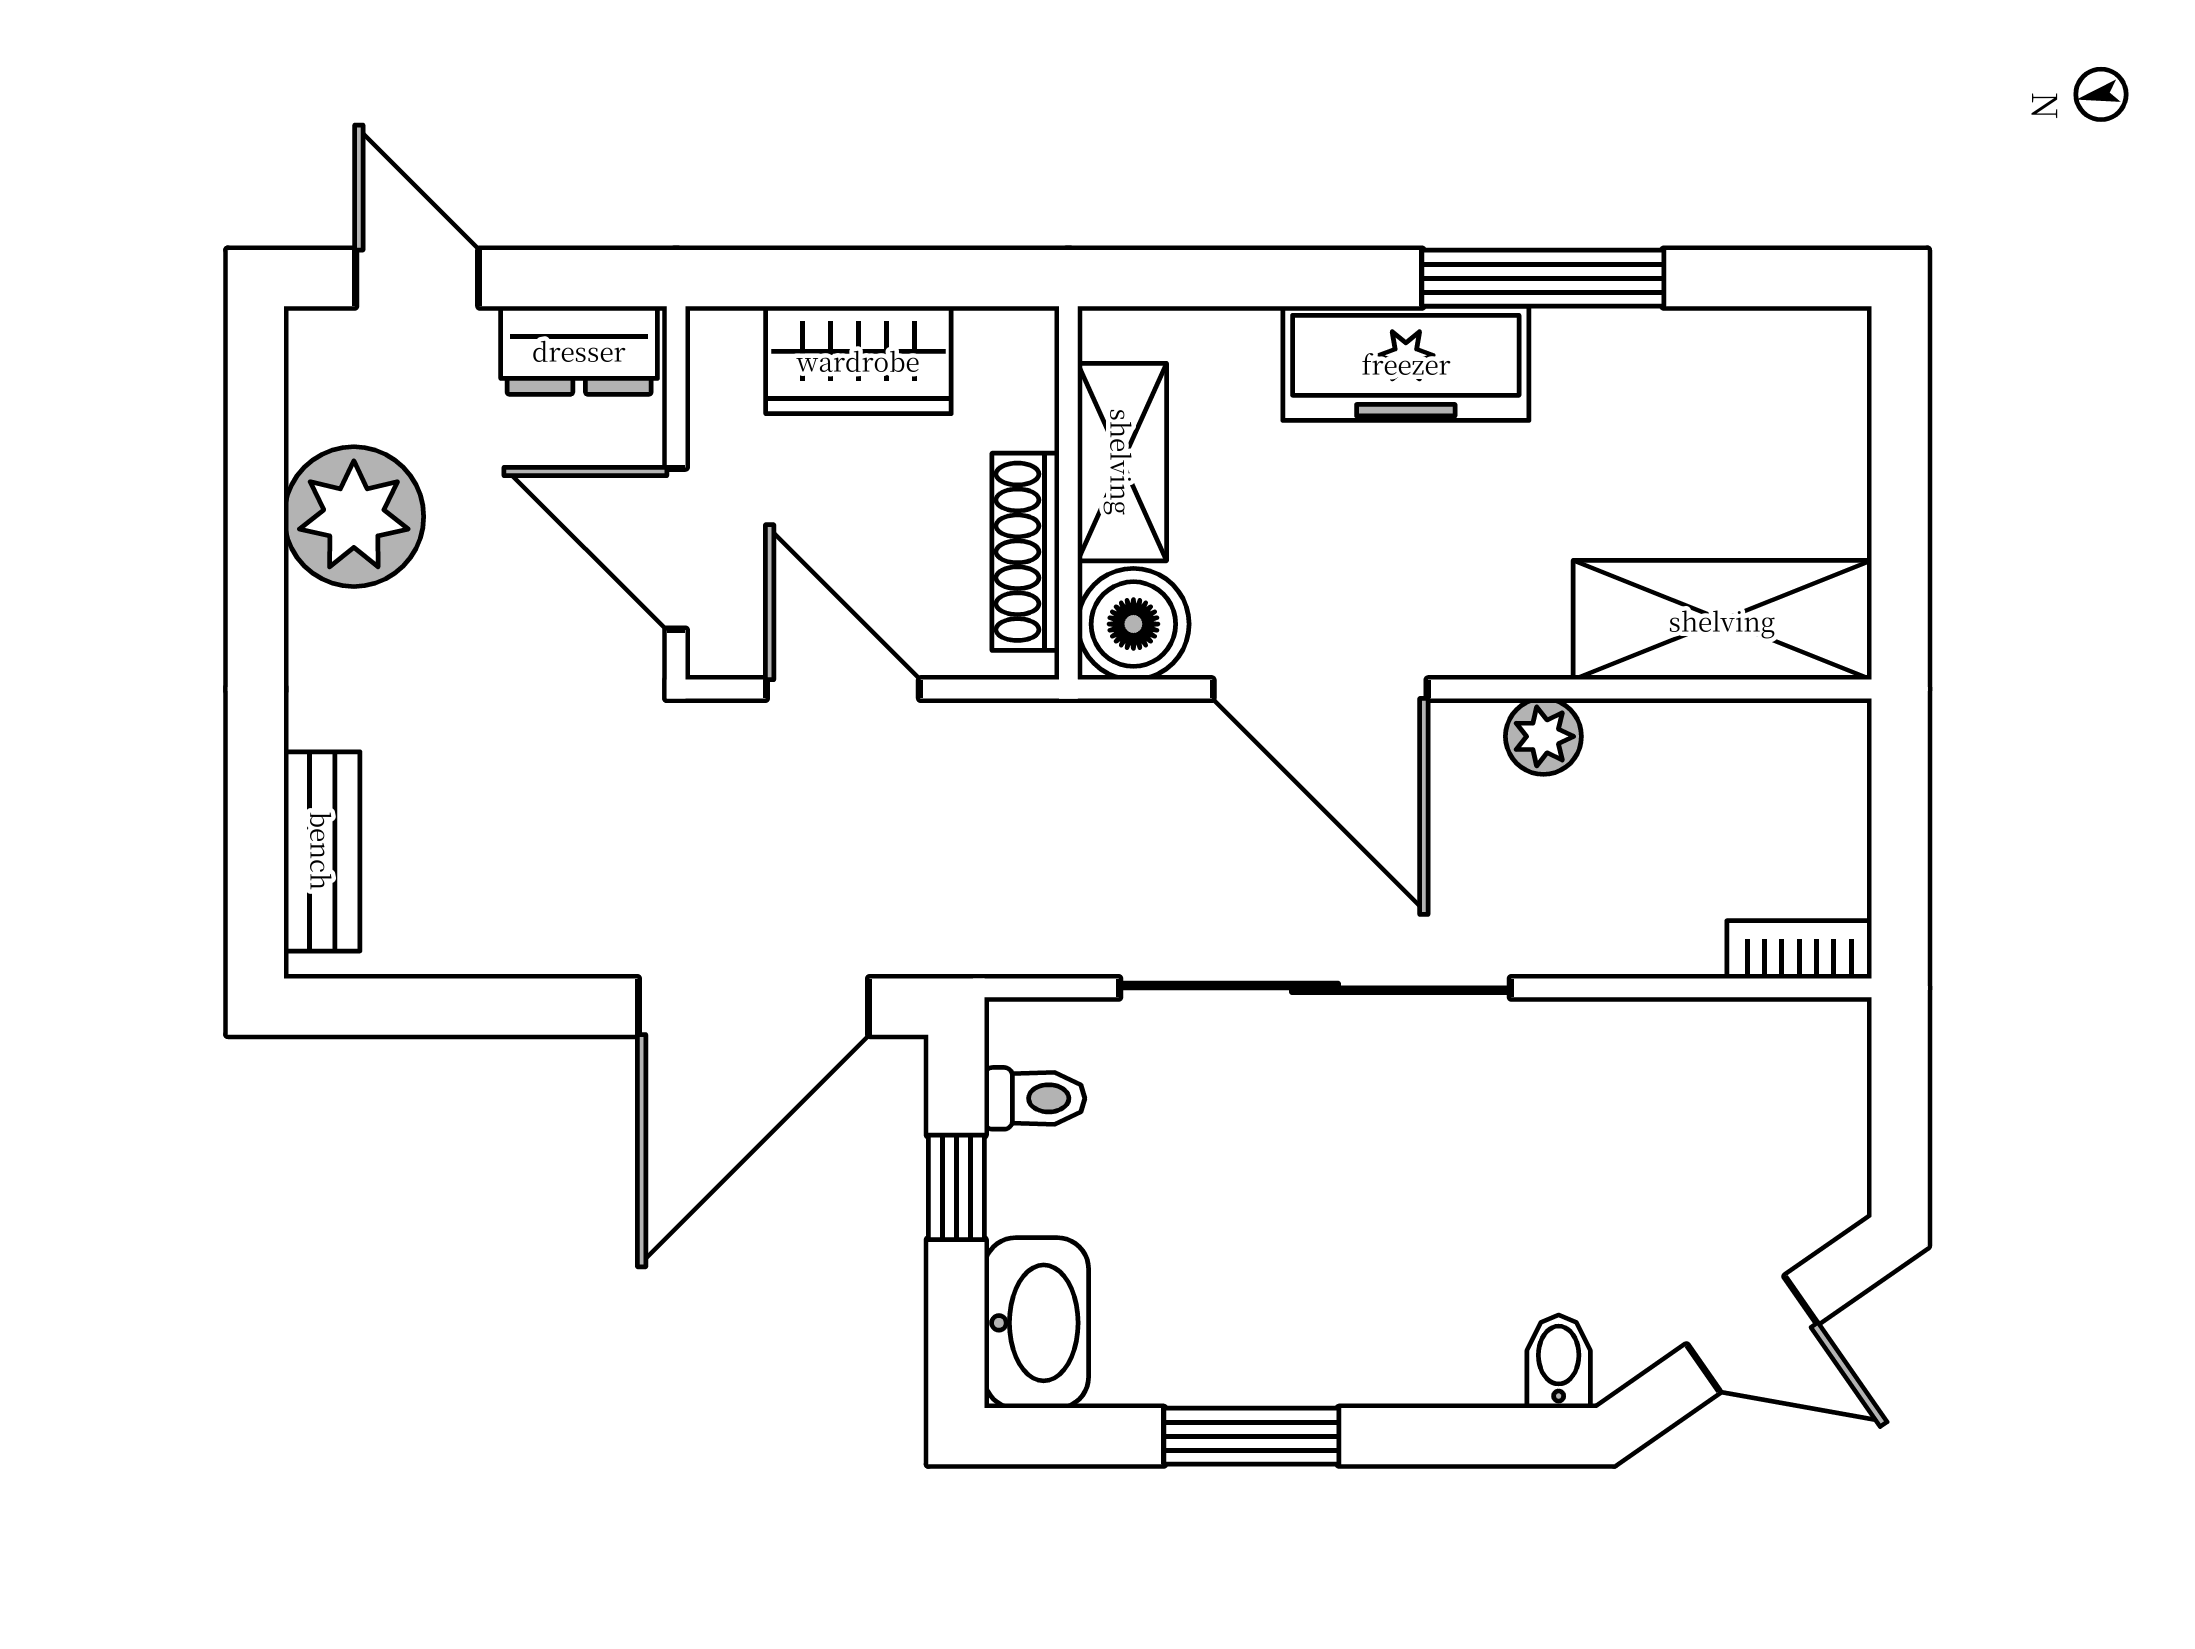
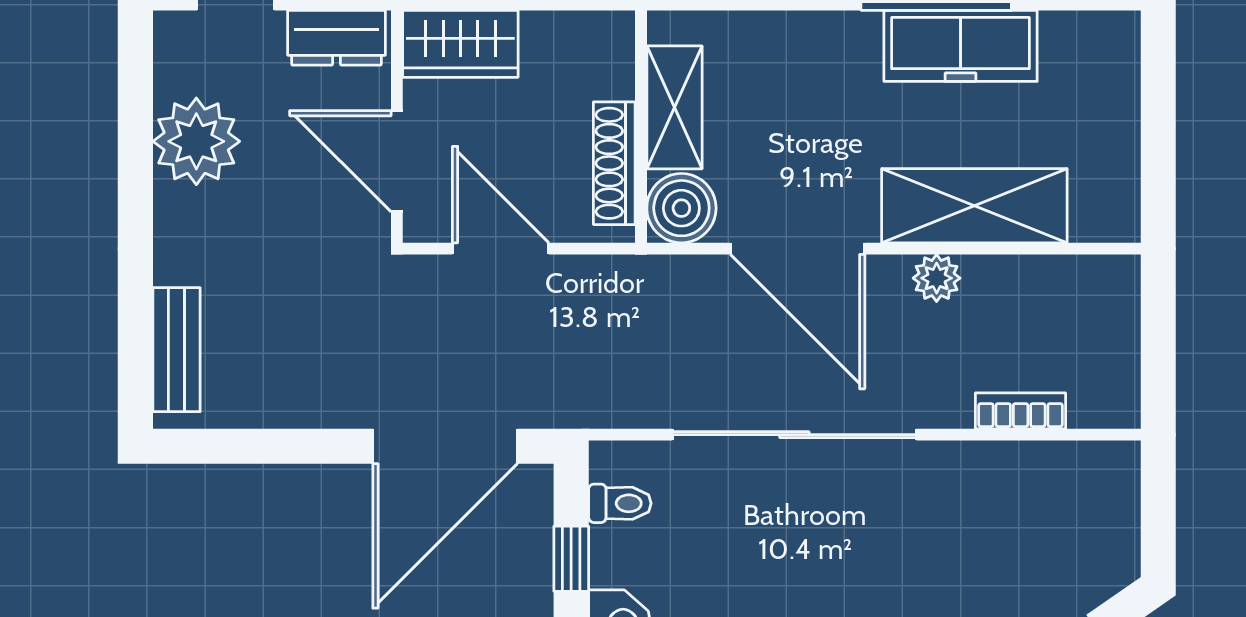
wardrobe: (858, 360) -> (460, 44), moved
freezer: (1406, 363) -> (961, 46), moved
shelving: (1722, 620) -> (974, 206), moved
bookcase: (1799, 950) -> (1021, 411), moved

